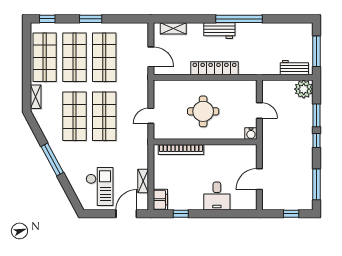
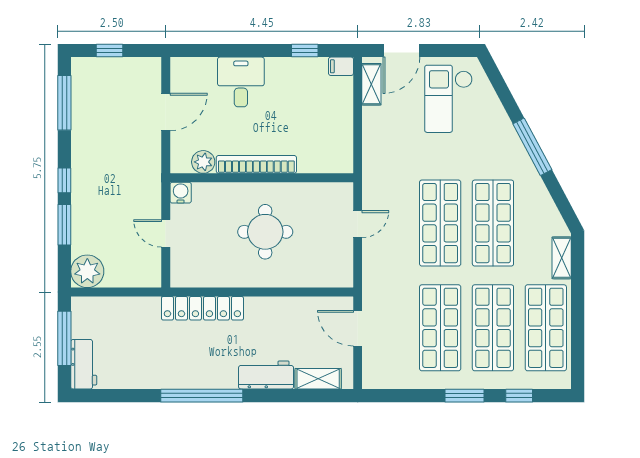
window: (47, 19) -> (519, 396), moved
workbench: (219, 31) -> (266, 375), moved
locker: (215, 68) -> (202, 308), moved
workbench: (294, 68) -> (84, 364), moved, turned -90
bookcase: (181, 149) -> (256, 164), moved
plant: (238, 151) -> (203, 162), added
shelving: (143, 181) -> (371, 84), moved
filing cabinet: (160, 200) -> (341, 66), width x0.50

